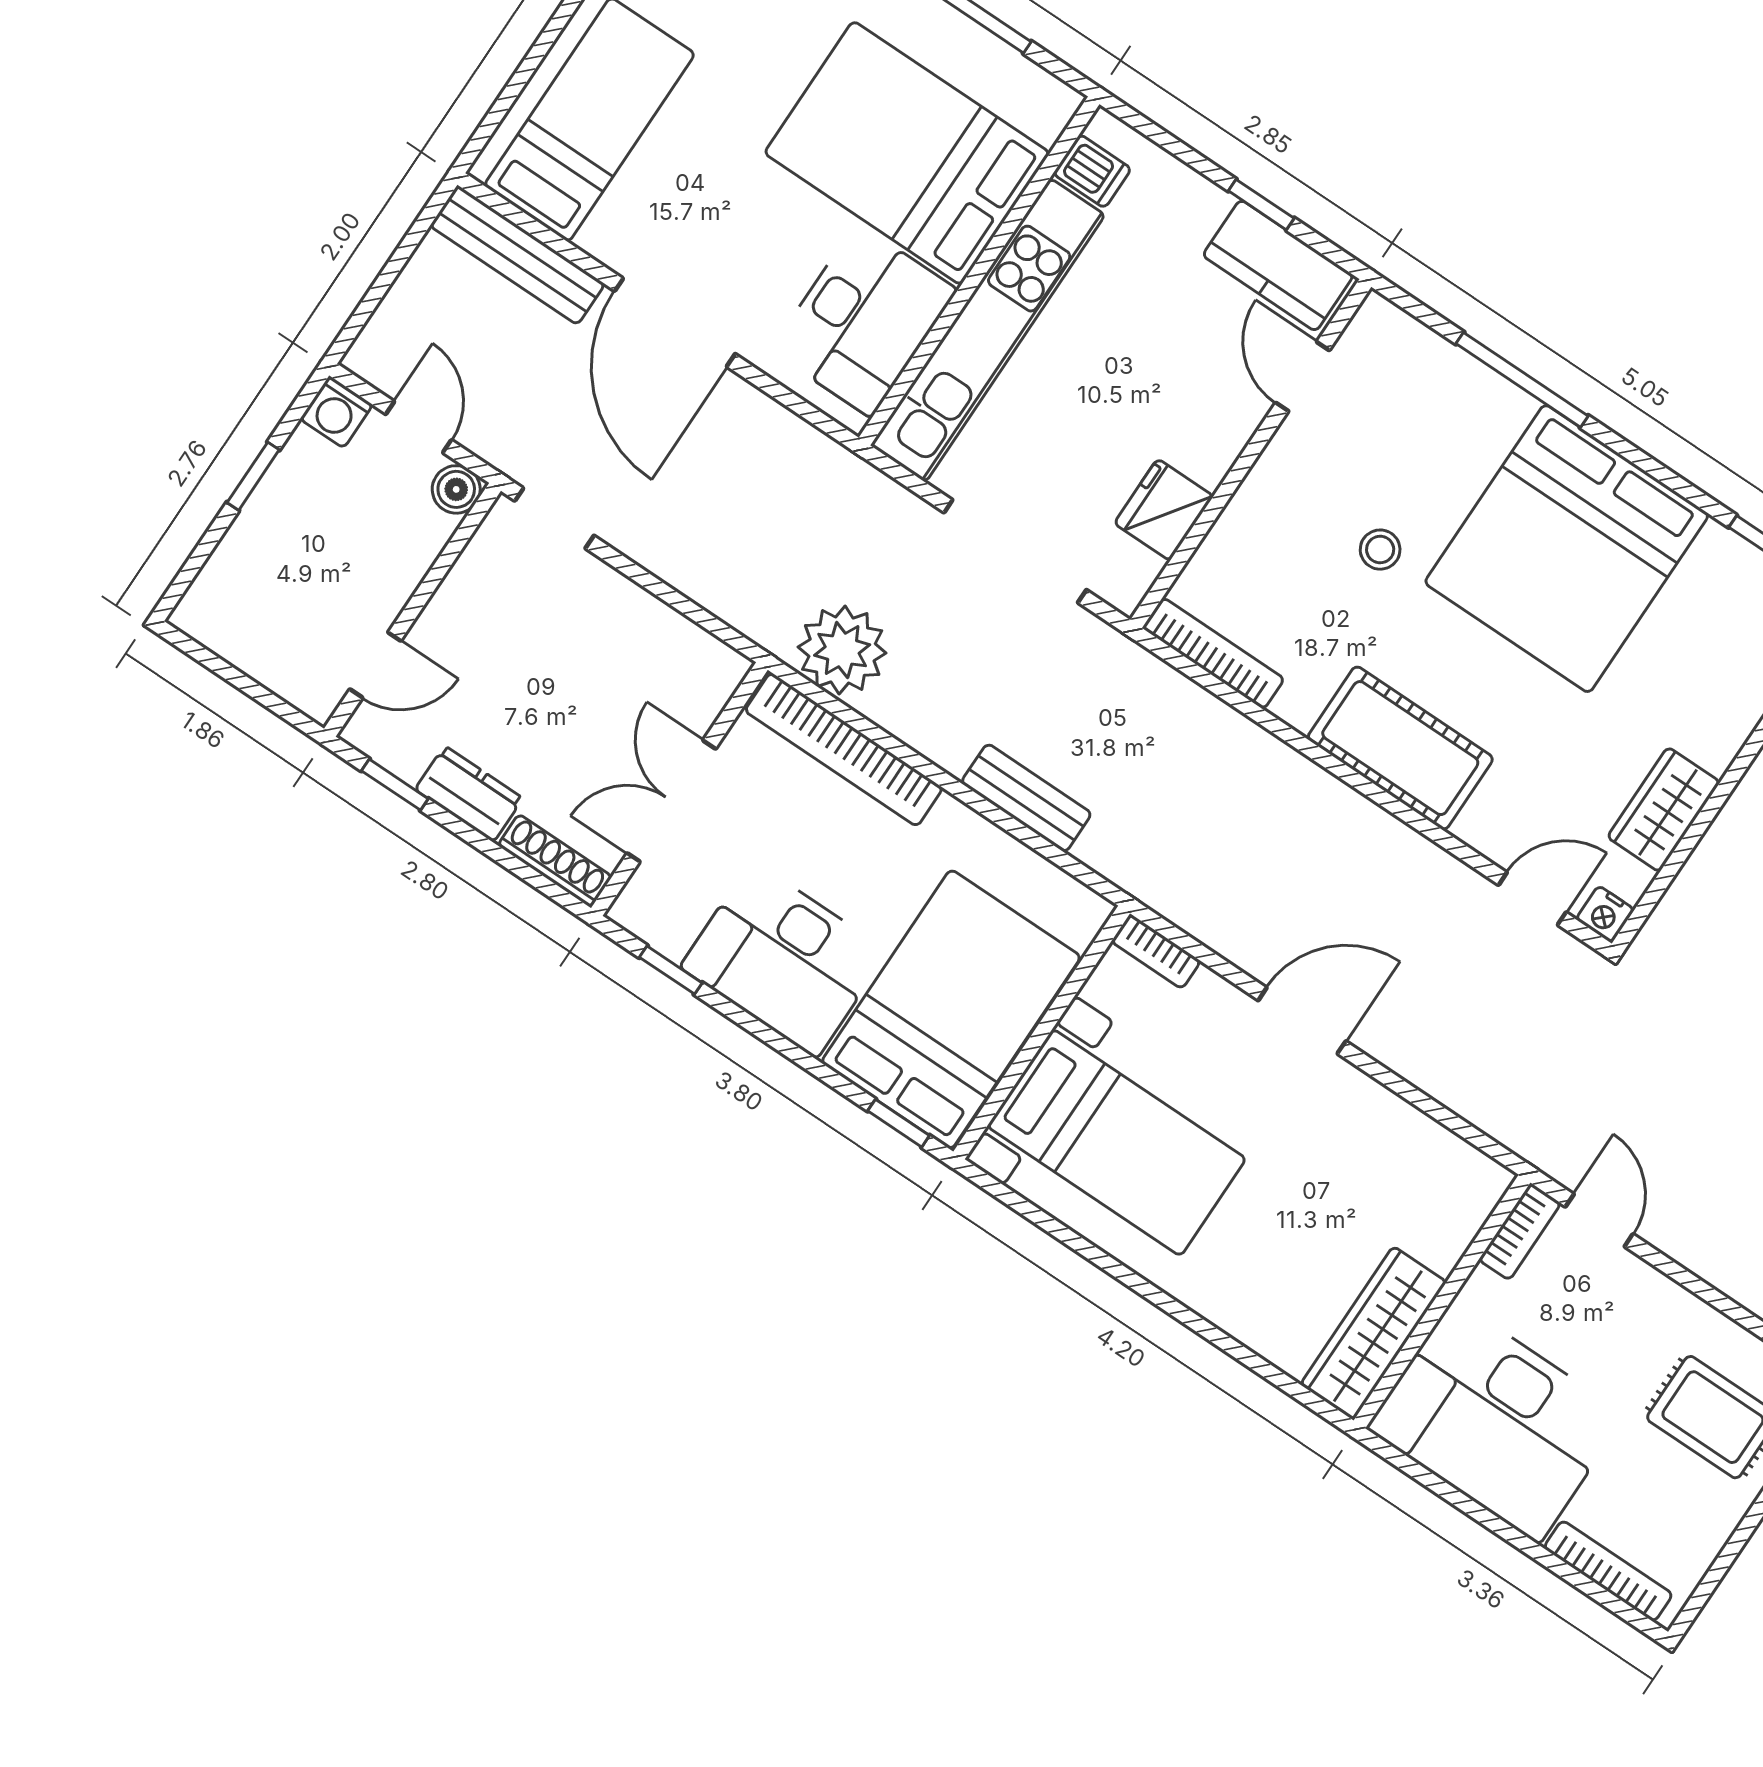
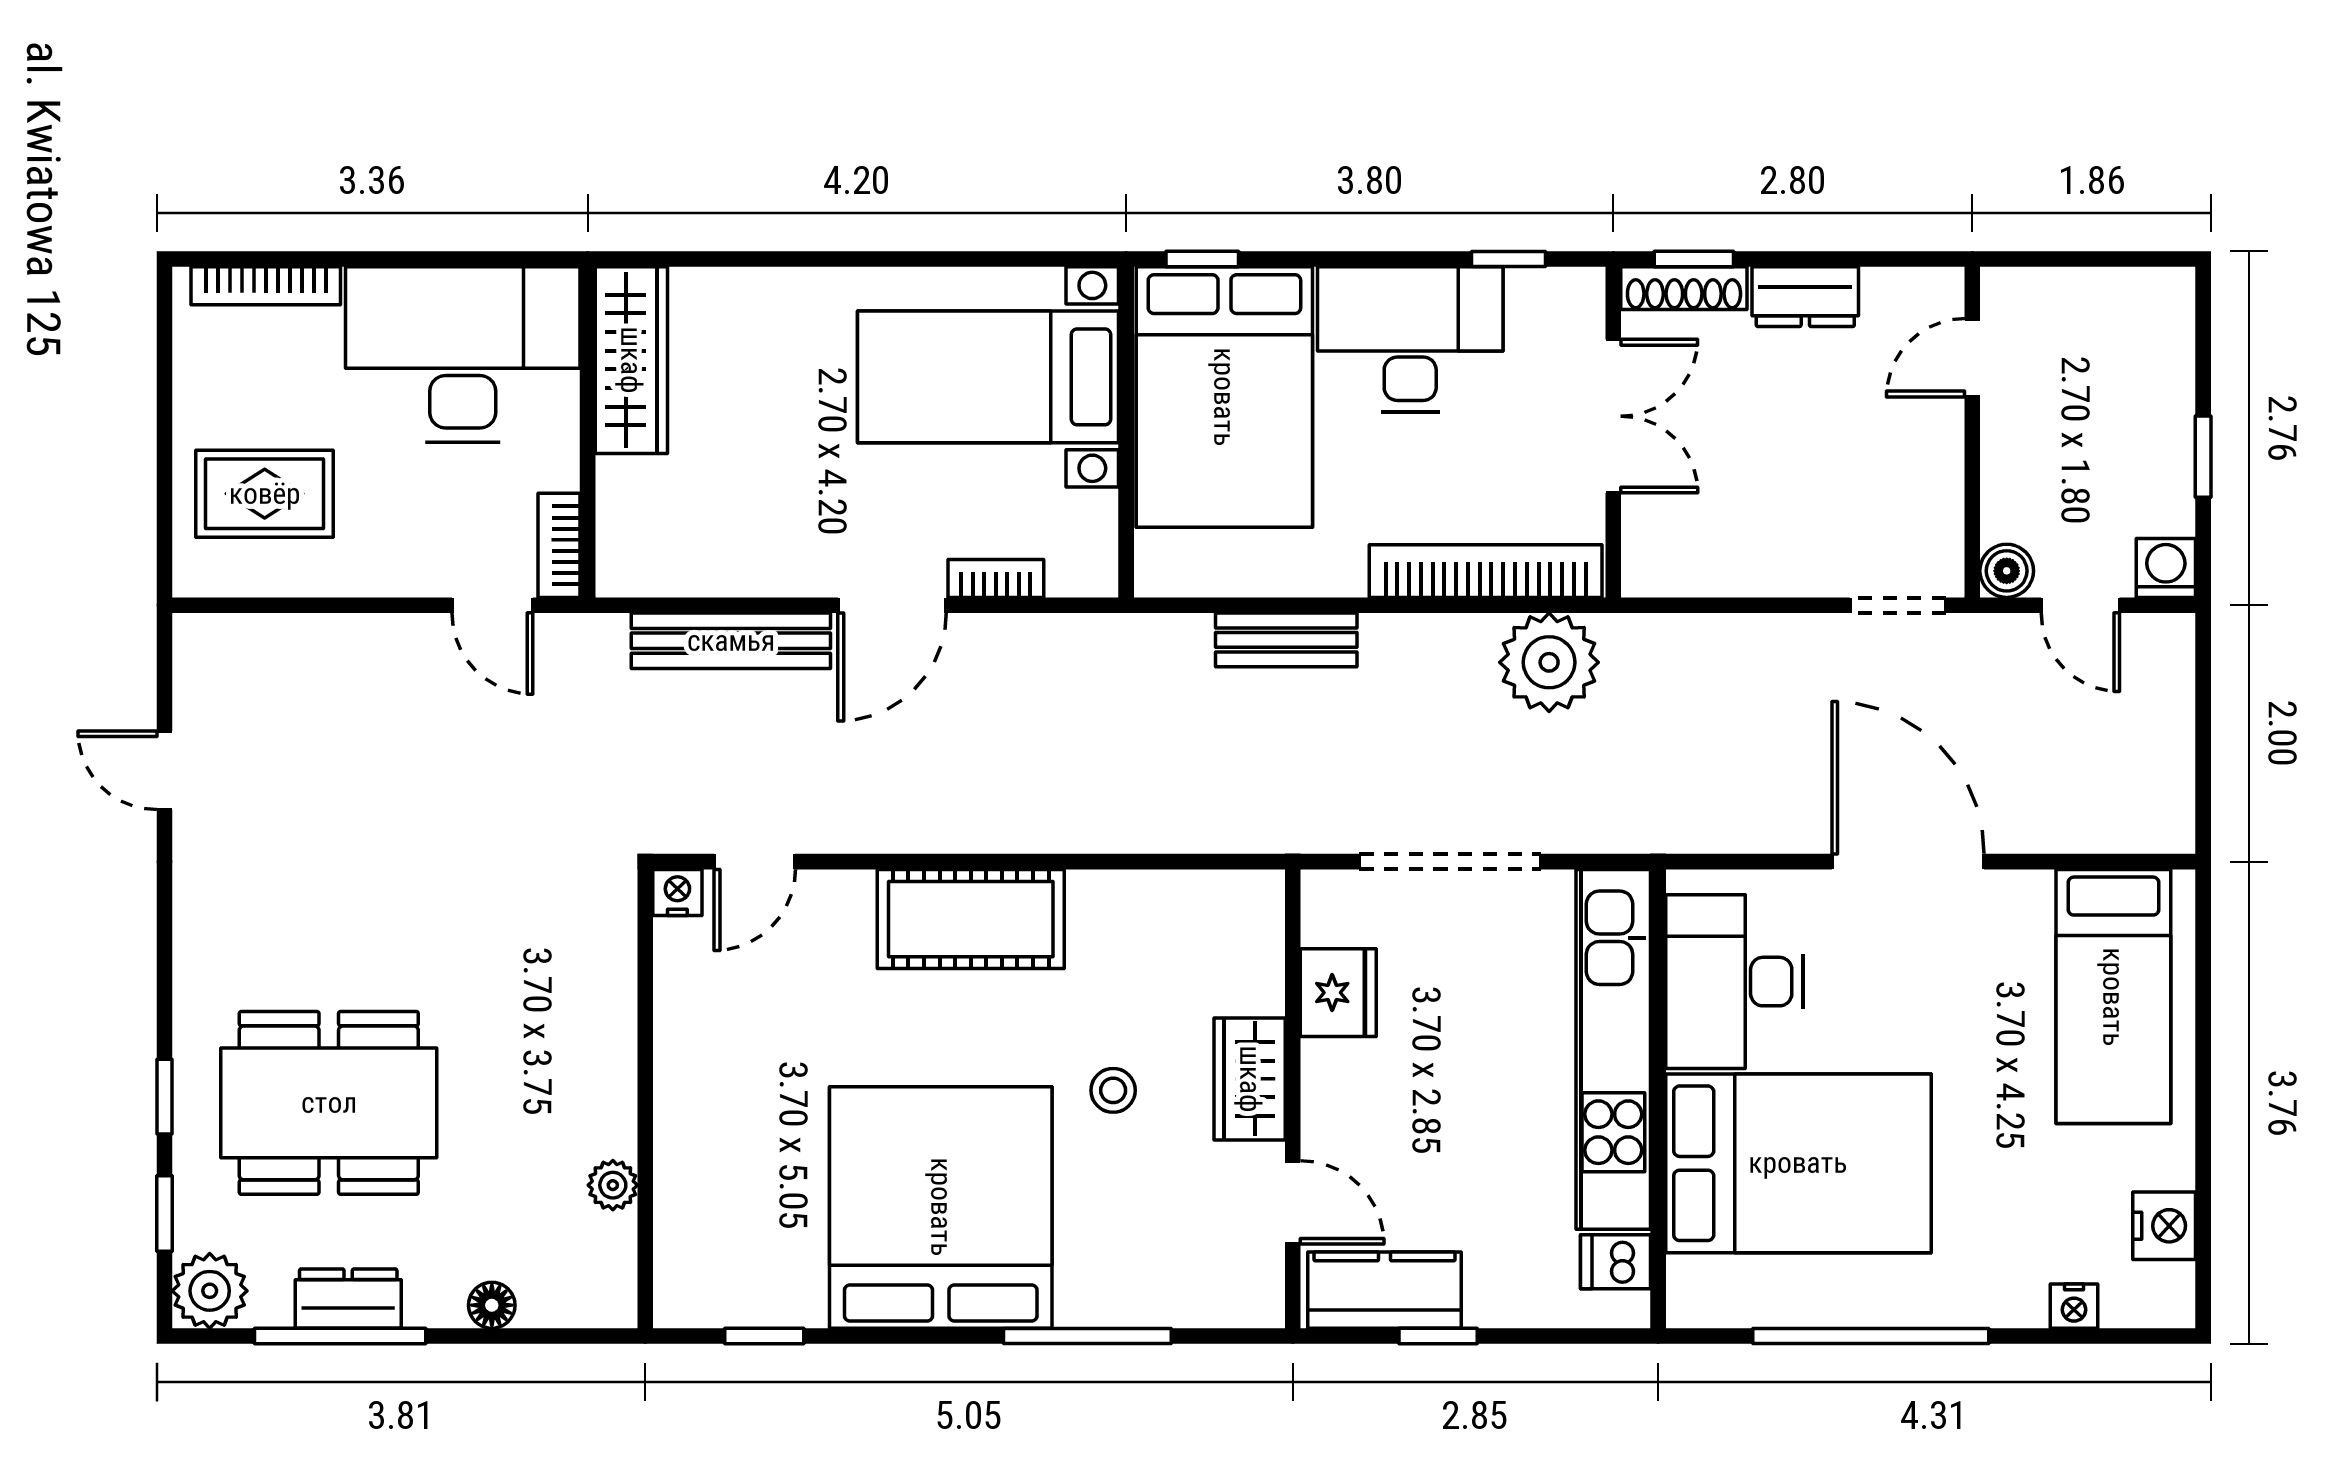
bench: (517, 255) -> (731, 641), moved
bookcase: (1213, 653) -> (1203, 890), removed
window: (395, 785) -> (1694, 259), moved
wardrobe: (1664, 810) -> (1250, 1079), moved, turned 180
bookcase: (1156, 951) -> (996, 578), moved

